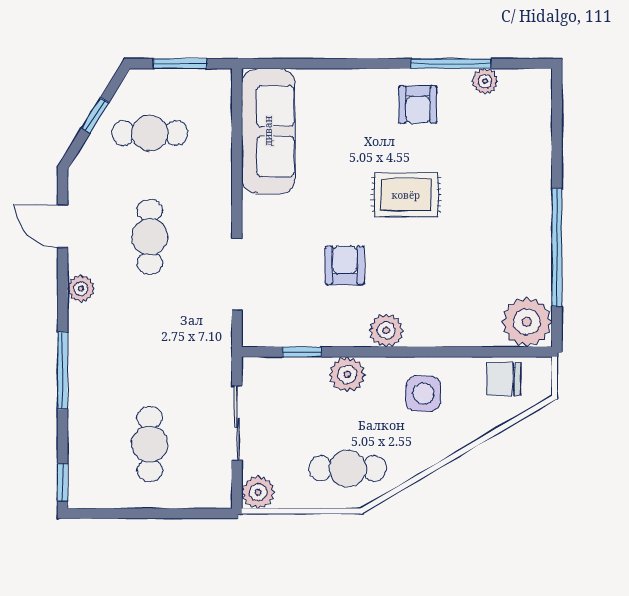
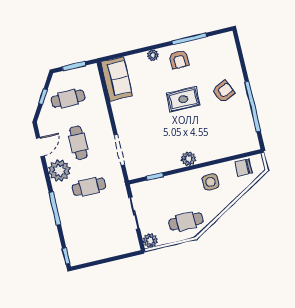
plant: (485, 81) -> (153, 55), moved
sofa: (268, 131) -> (117, 79), width x0.73
door: (63, 226) -> (40, 147), swing flipped
armchair: (345, 265) -> (223, 92), moved, turned 66
plant: (81, 289) -> (59, 171), width x1.88, depth x1.88
plant: (527, 322) -> (247, 141), removed
plant: (347, 374) -> (176, 181), removed
cafe table: (150, 444) -> (89, 187), moved, turned 90

